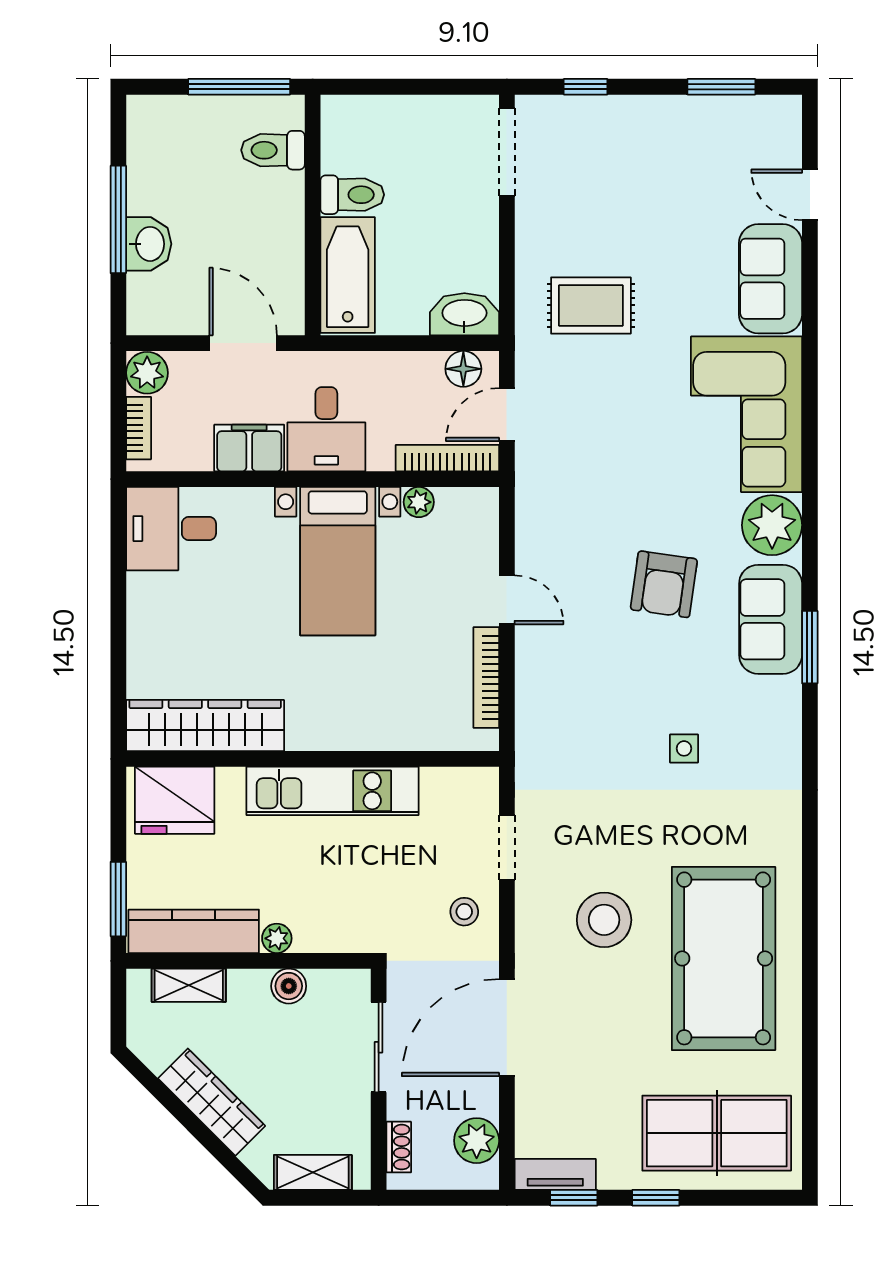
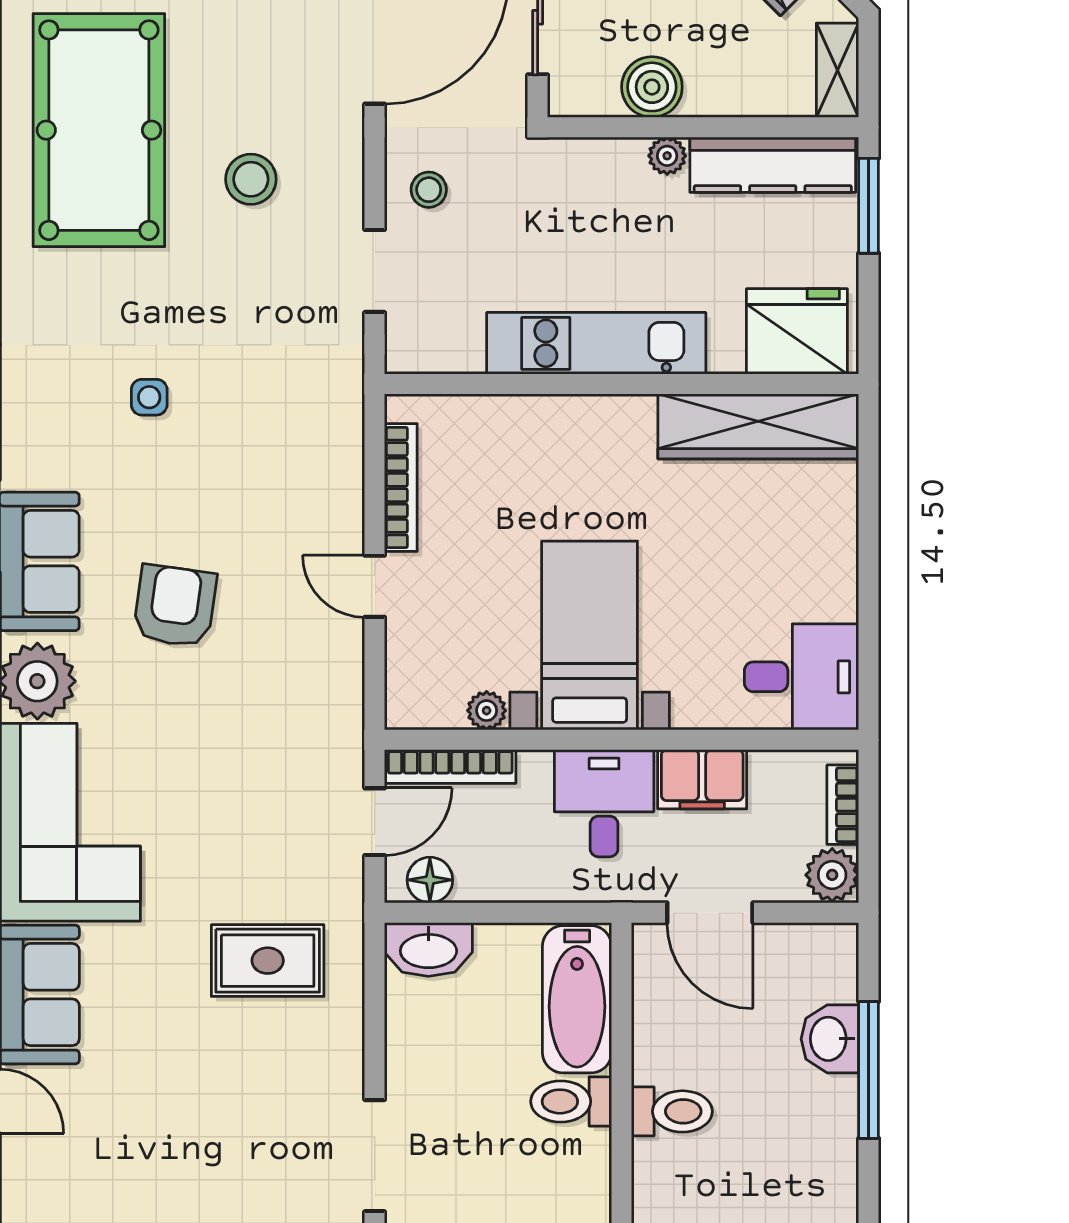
toilet: (273, 150) -> (672, 1111), moved
stool: (604, 920) -> (251, 179), width x0.73, depth x0.73
shelving: (189, 985) -> (838, 70), moved, turned 90
boiler: (289, 986) -> (652, 87), width x1.36, depth x1.36

